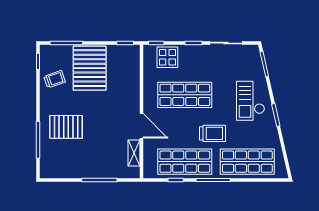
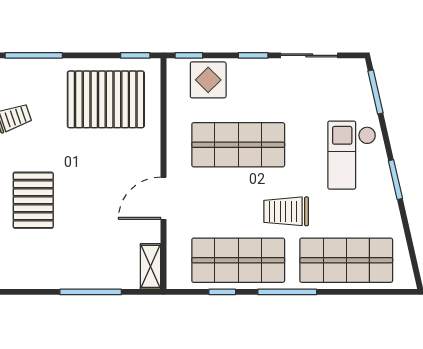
pallet: (90, 68) -> (106, 99), moved, turned 90
door: (142, 126) -> (163, 198), swing flipped
pallet: (66, 127) -> (33, 200), turned 90
trolley: (213, 133) -> (286, 211), turned 180
shelving: (134, 153) -> (150, 266), moved

